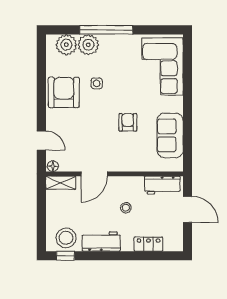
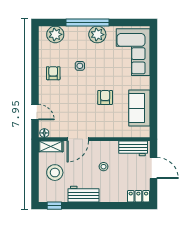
plant: (88, 45) -> (97, 35), moved
armchair: (64, 92) -> (53, 73), width x0.53, depth x0.53
stool: (66, 238) -> (55, 173), moved
locker: (148, 244) -> (138, 196), moved

